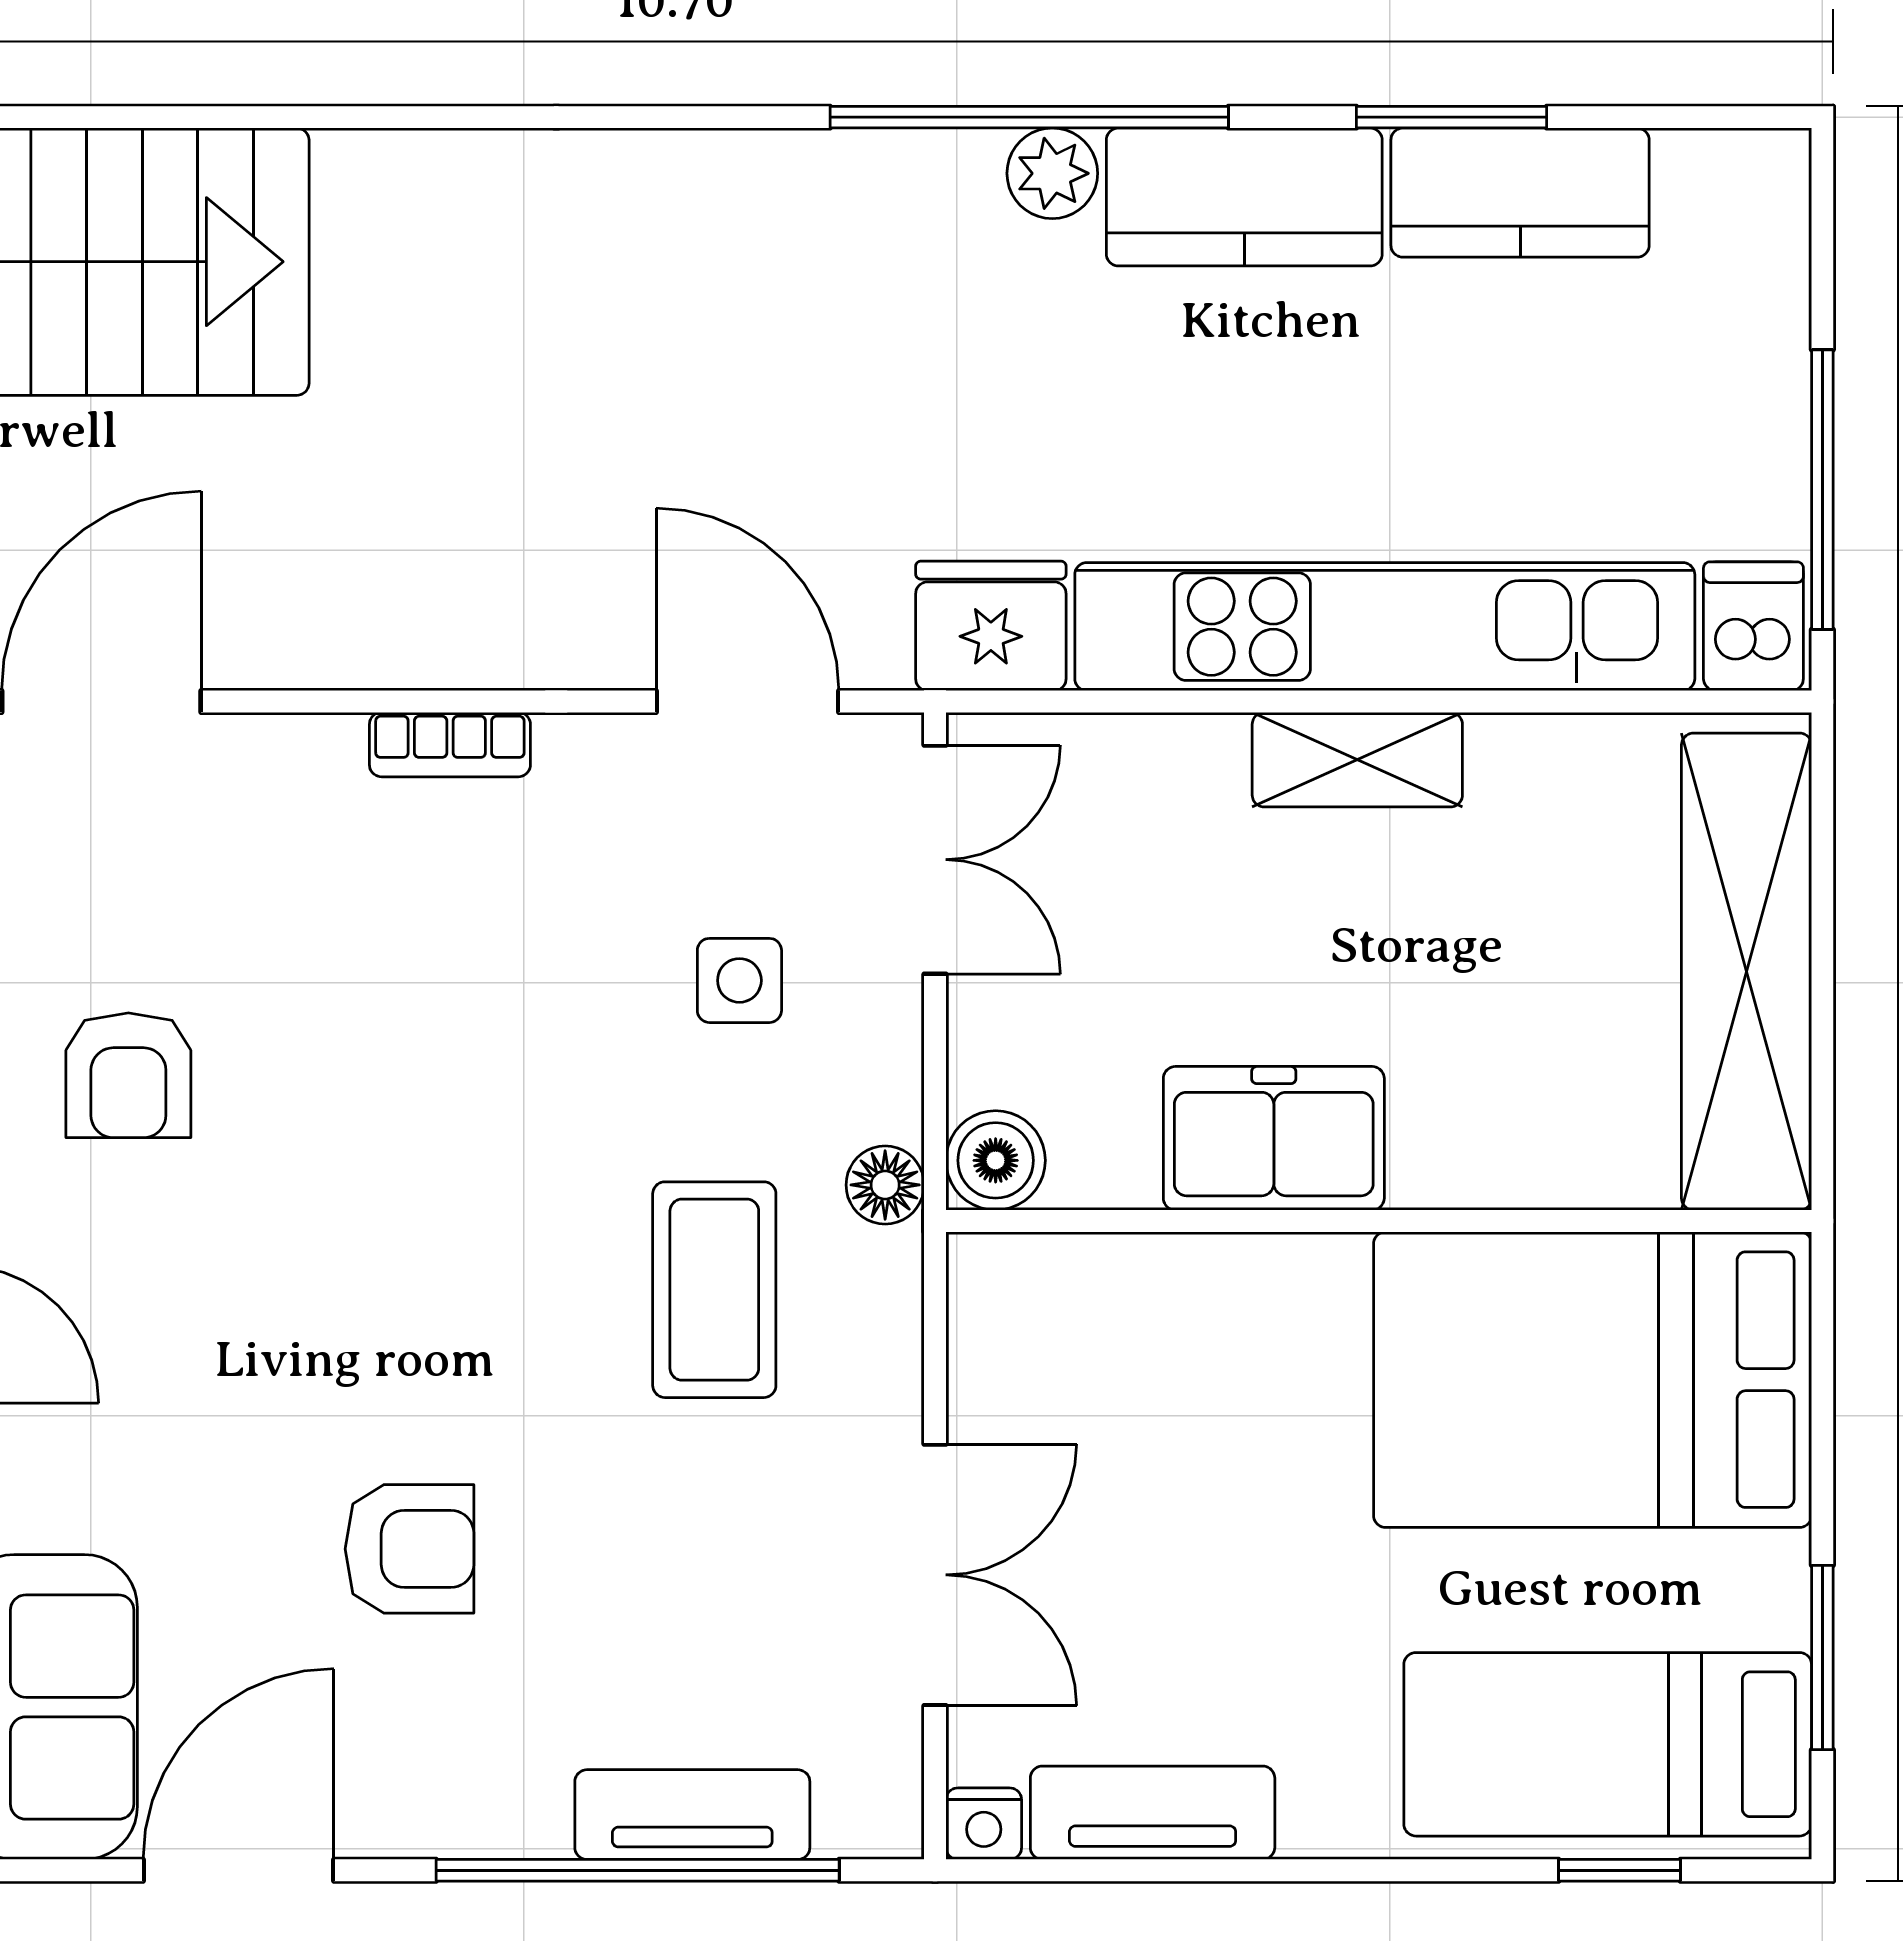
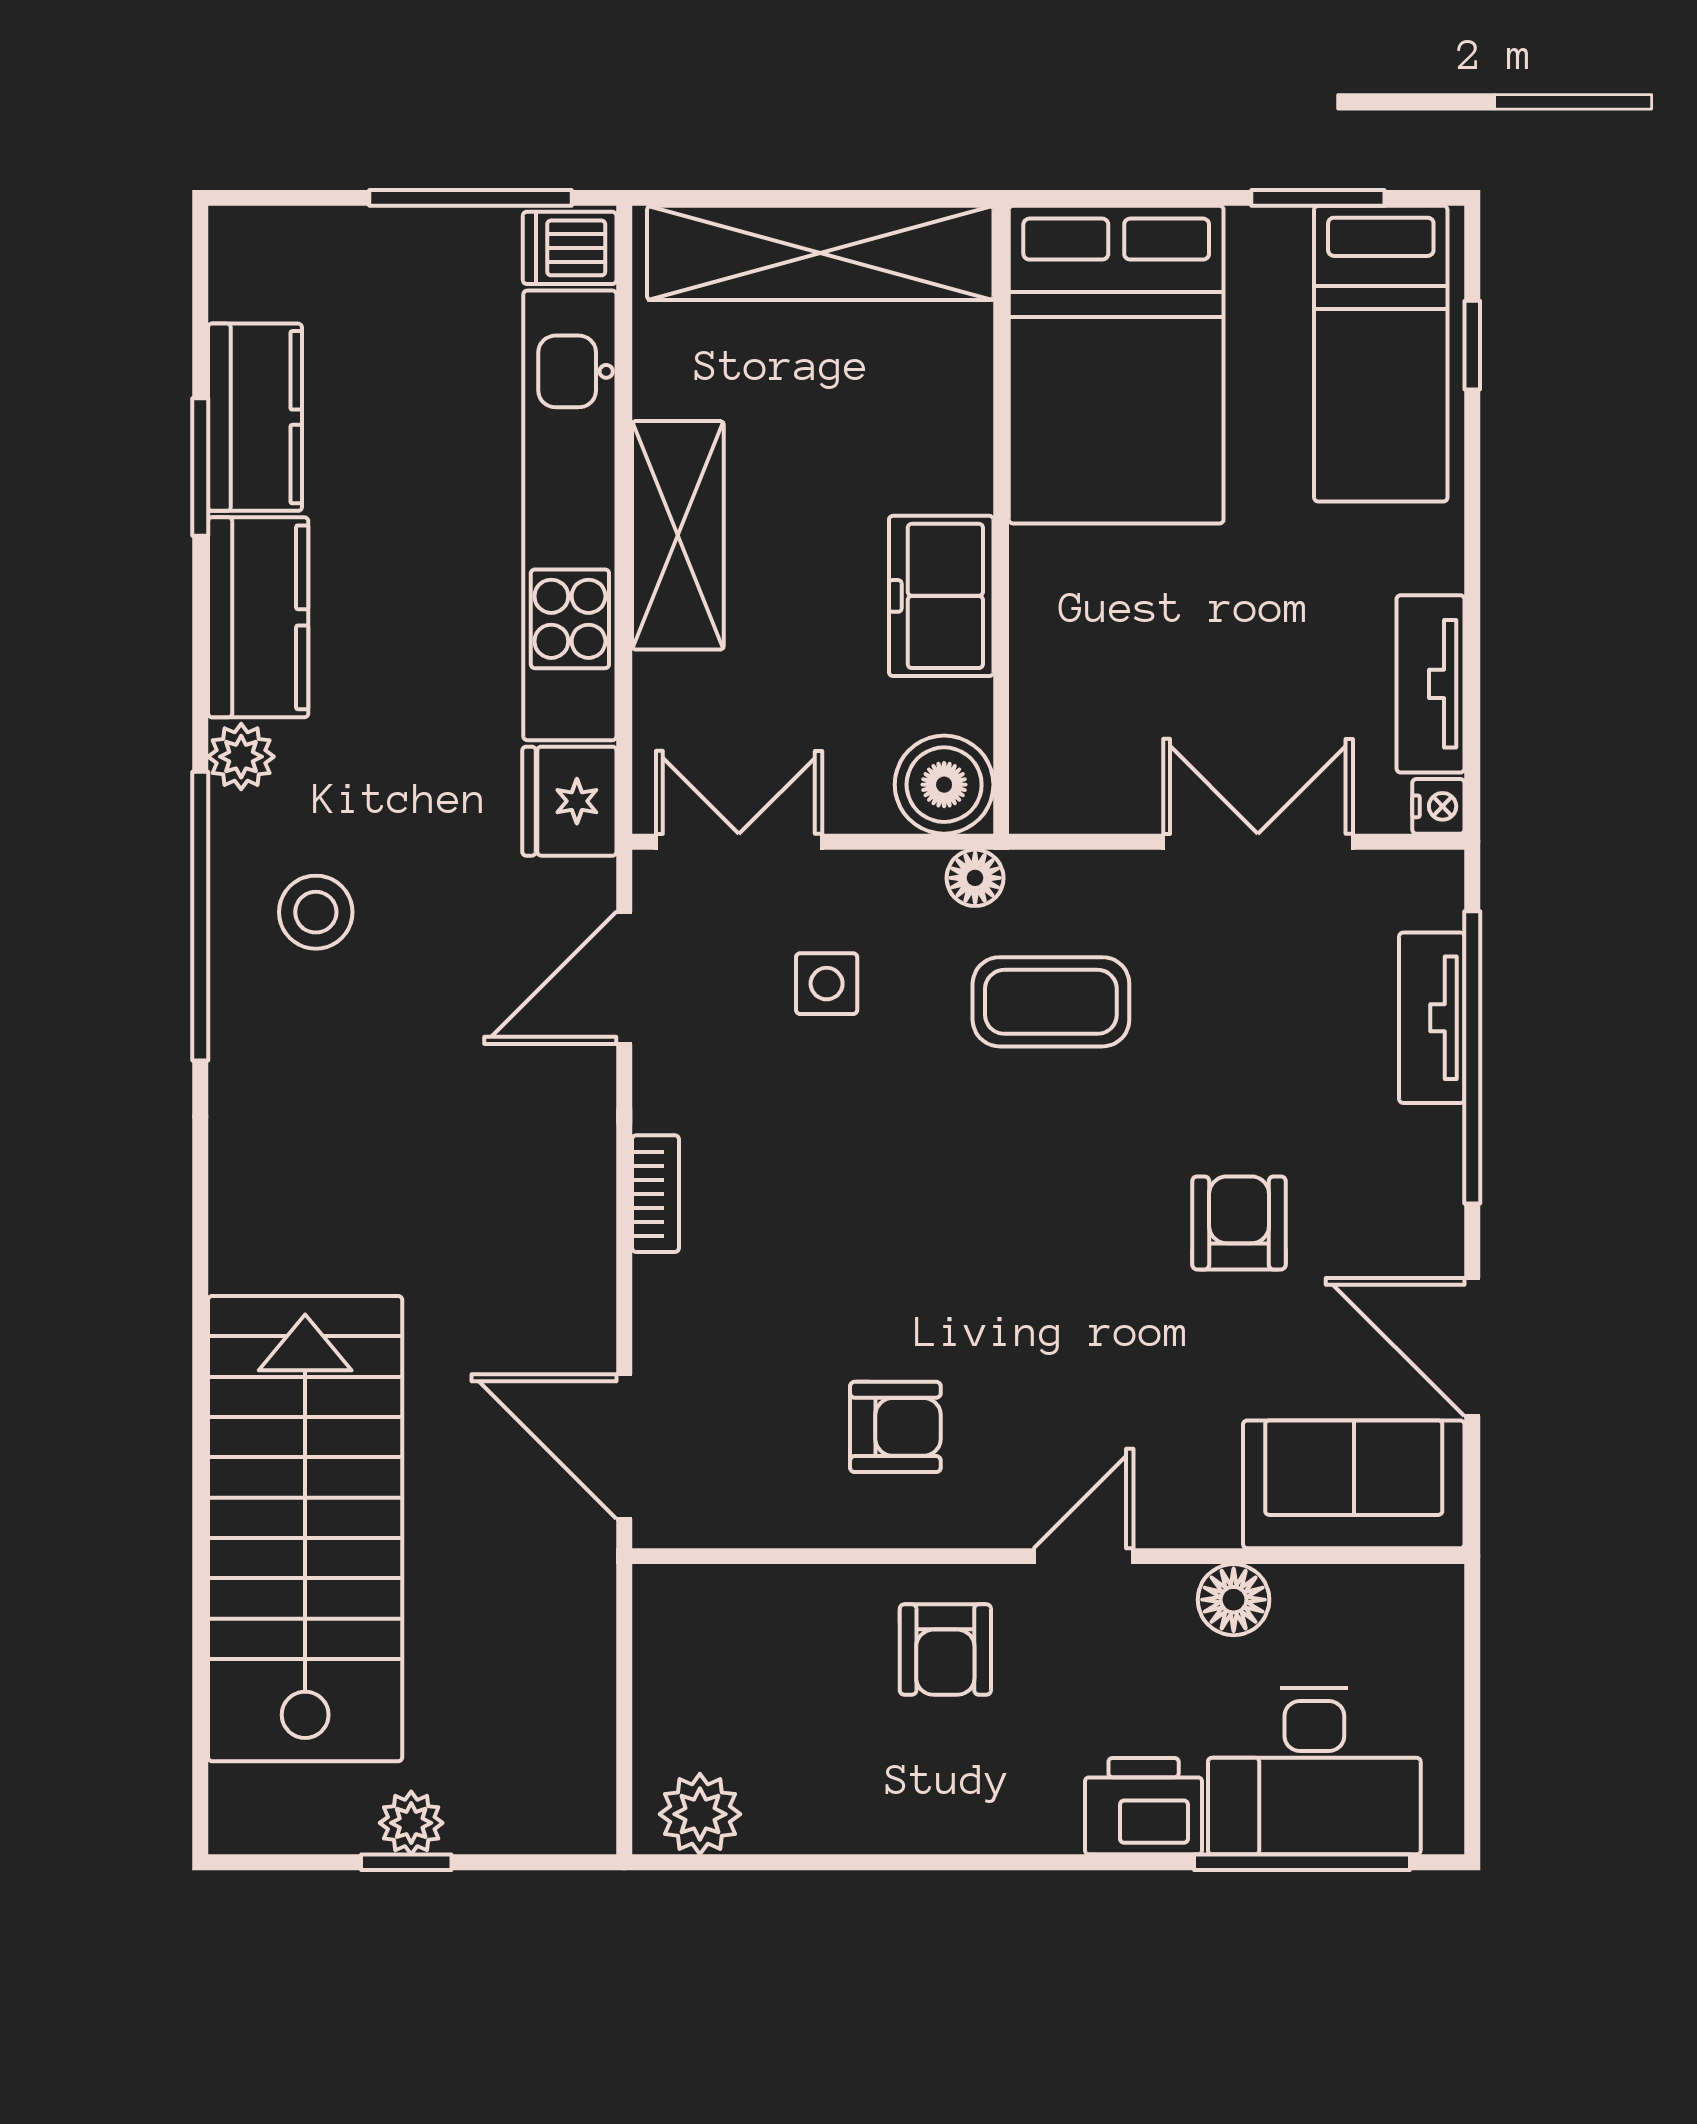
window: (1029, 117) -> (200, 916), moved
stool: (838, 276) -> (316, 912), added
shelving: (1357, 760) -> (678, 535), width x1.50, depth x1.33
boiler: (996, 1160) -> (944, 785), width x1.36, depth x1.36

